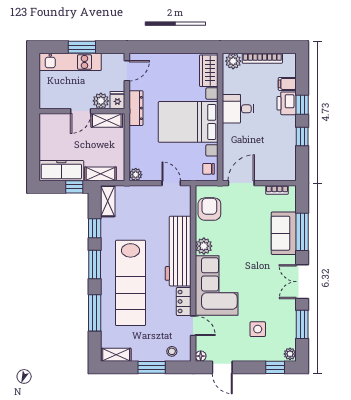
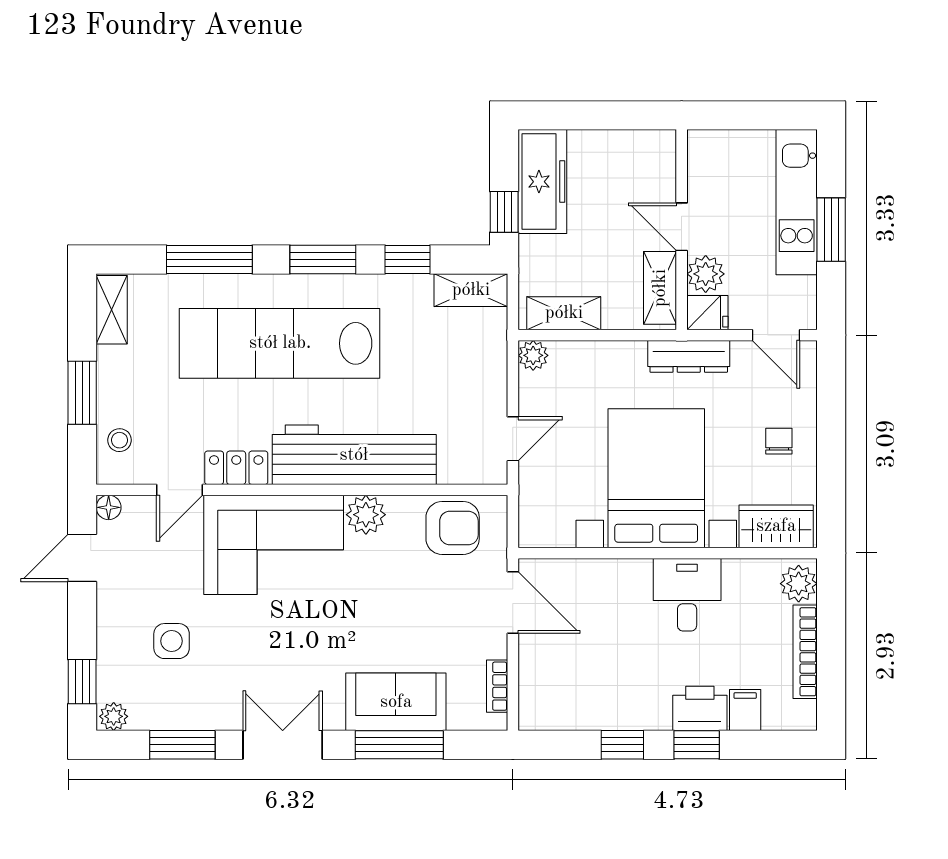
chair: (208, 169) -> (779, 441), moved
shelving: (101, 174) -> (564, 313), moved, turned 90

